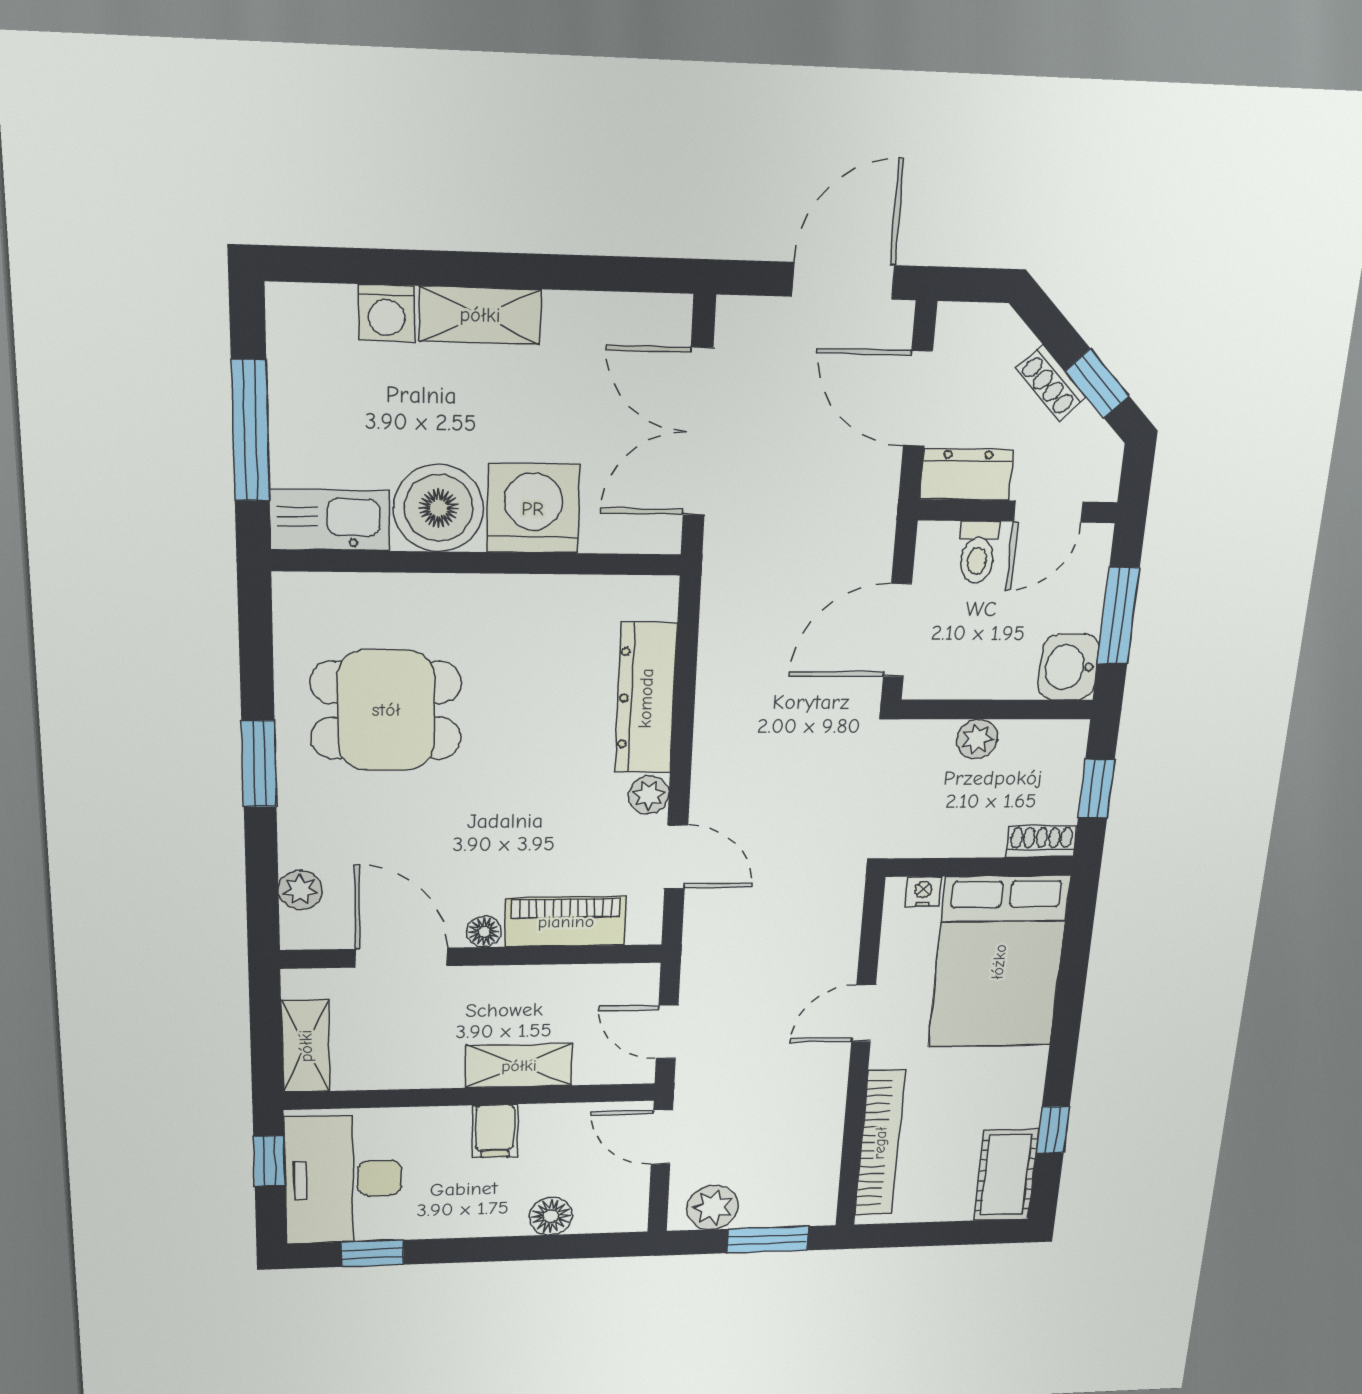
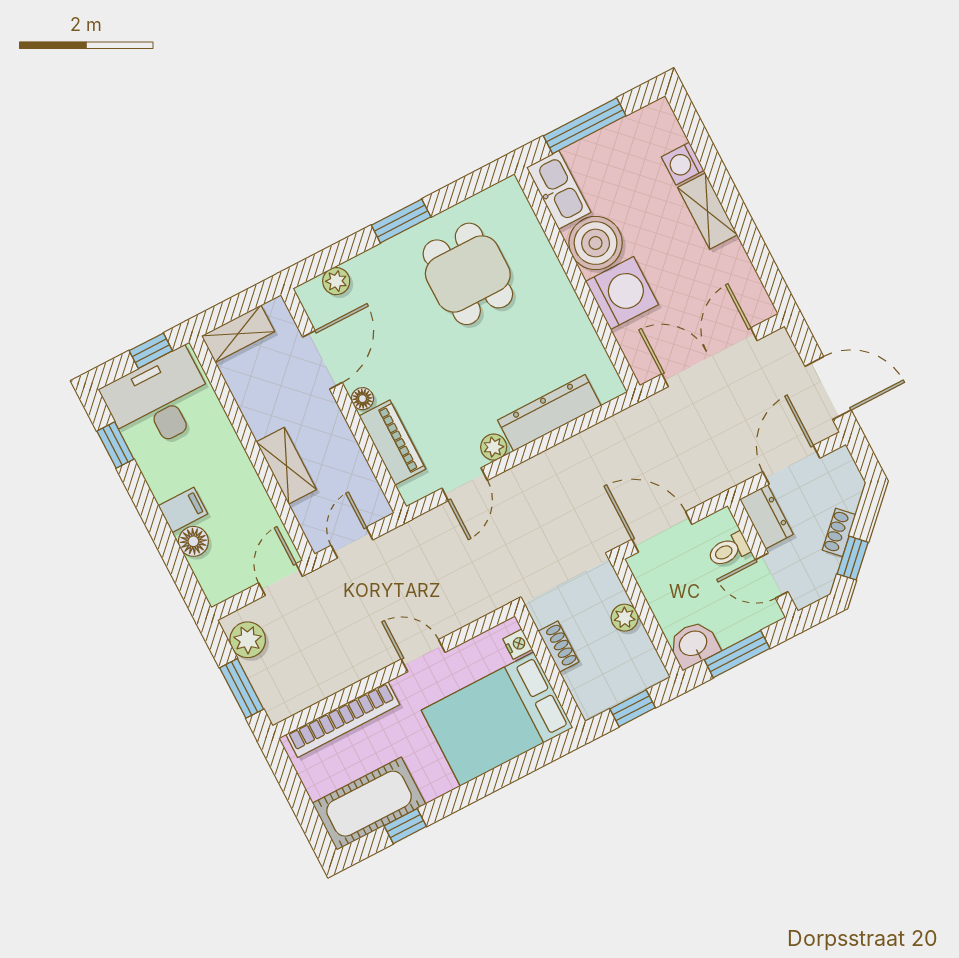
shoe rack: (1041, 841) -> (559, 646), moved
filing cabinet: (495, 1131) -> (183, 510), moved, turned 180
cot: (1006, 1175) -> (369, 804), width x1.37, depth x1.34

